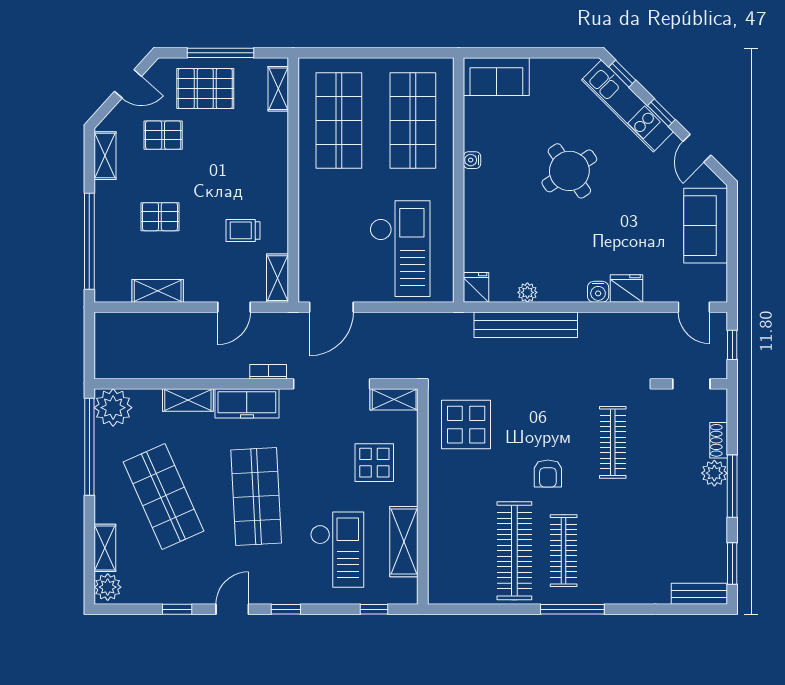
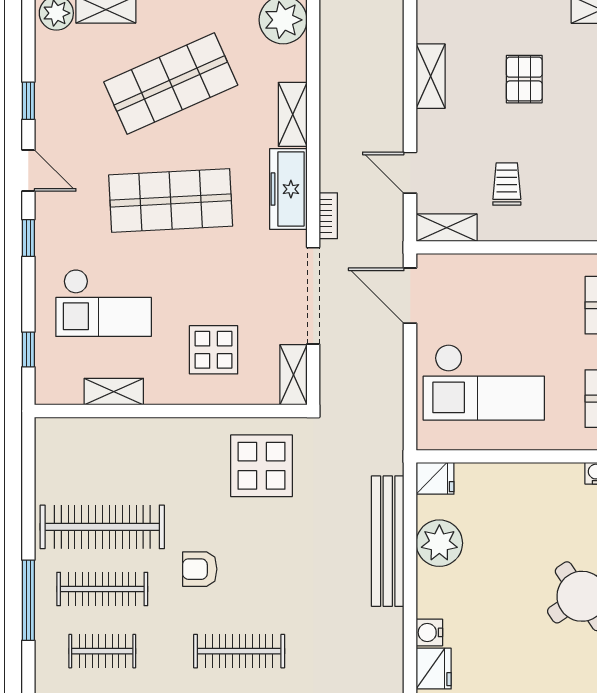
plant: (527, 292) -> (439, 543), width x1.88, depth x1.88
shelving: (404, 542) -> (114, 392), width x0.67, depth x0.75
clothes rail: (613, 551) -> (102, 651), added

